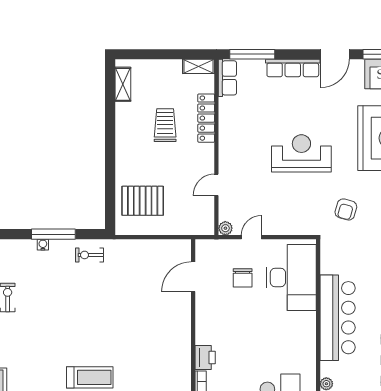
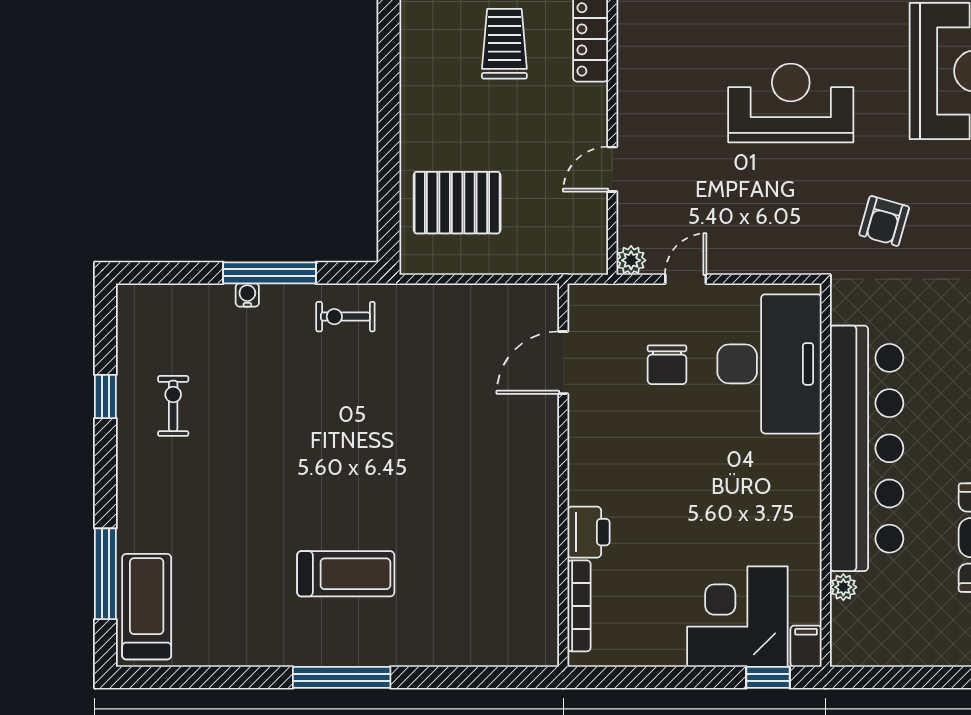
bar counter: (338, 318) -> (867, 448), width x1.36

